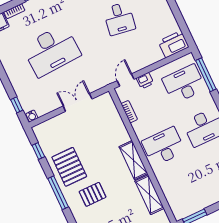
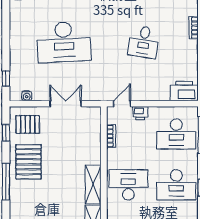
desk: (184, 84) -> (176, 134), turned 180
water cooler: (32, 116) -> (27, 96), moved
pallet: (93, 194) -> (28, 124), moved

